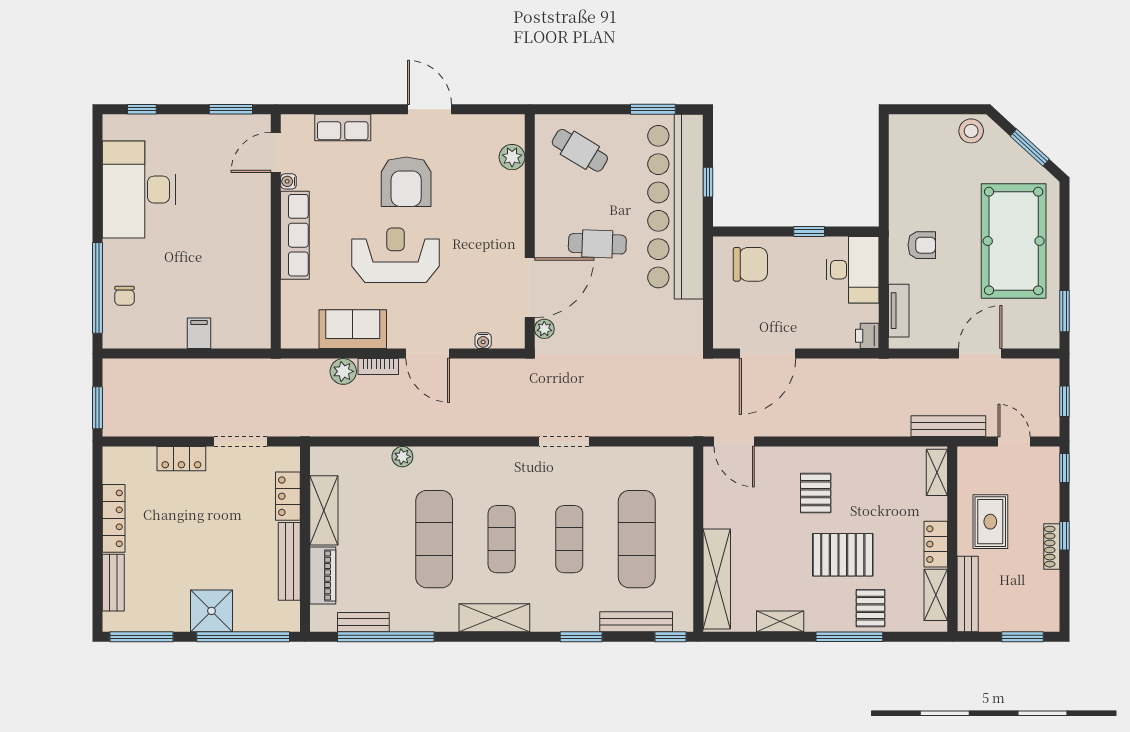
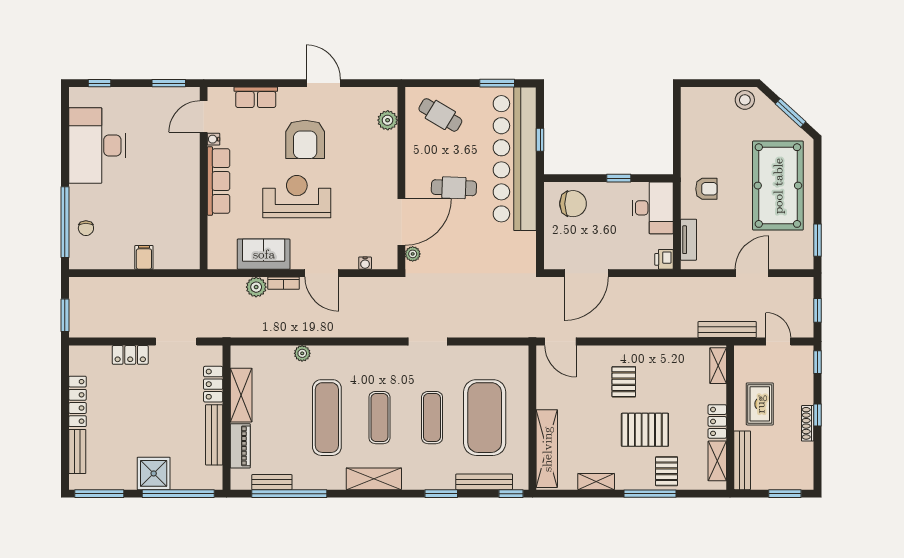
exercise mat: (637, 539) -> (485, 418), width x1.47

